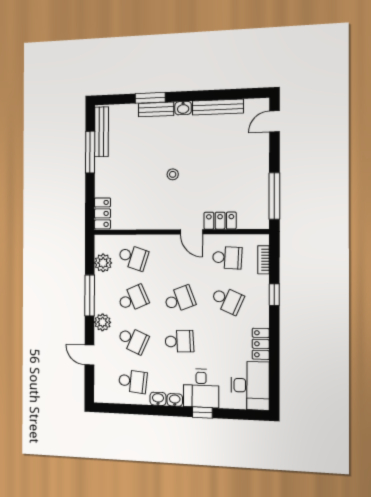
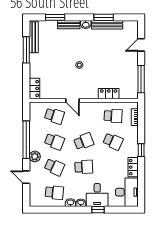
window: (212, 95) -> (104, 17), added
window: (150, 98) -> (55, 17), moved
door: (274, 121) -> (141, 45), moved
door: (191, 232) -> (72, 100), moved
plant: (103, 263) -> (35, 119), removed
window: (90, 295) -> (26, 140), width x1.46
window: (274, 295) -> (141, 150), moved
school desk: (133, 299) -> (54, 141), turned 45

